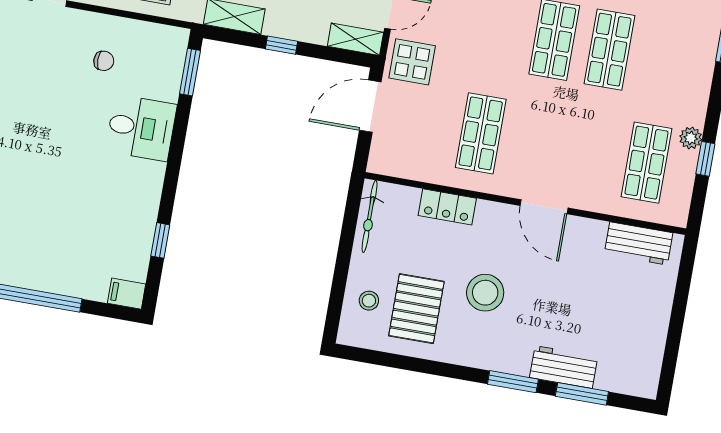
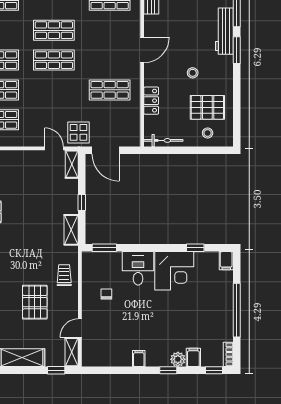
corner desk: (125, 194) -> (174, 271), added
stool: (485, 293) -> (193, 73), width x0.53, depth x0.53
workbench: (564, 367) -> (224, 31), width x1.38

